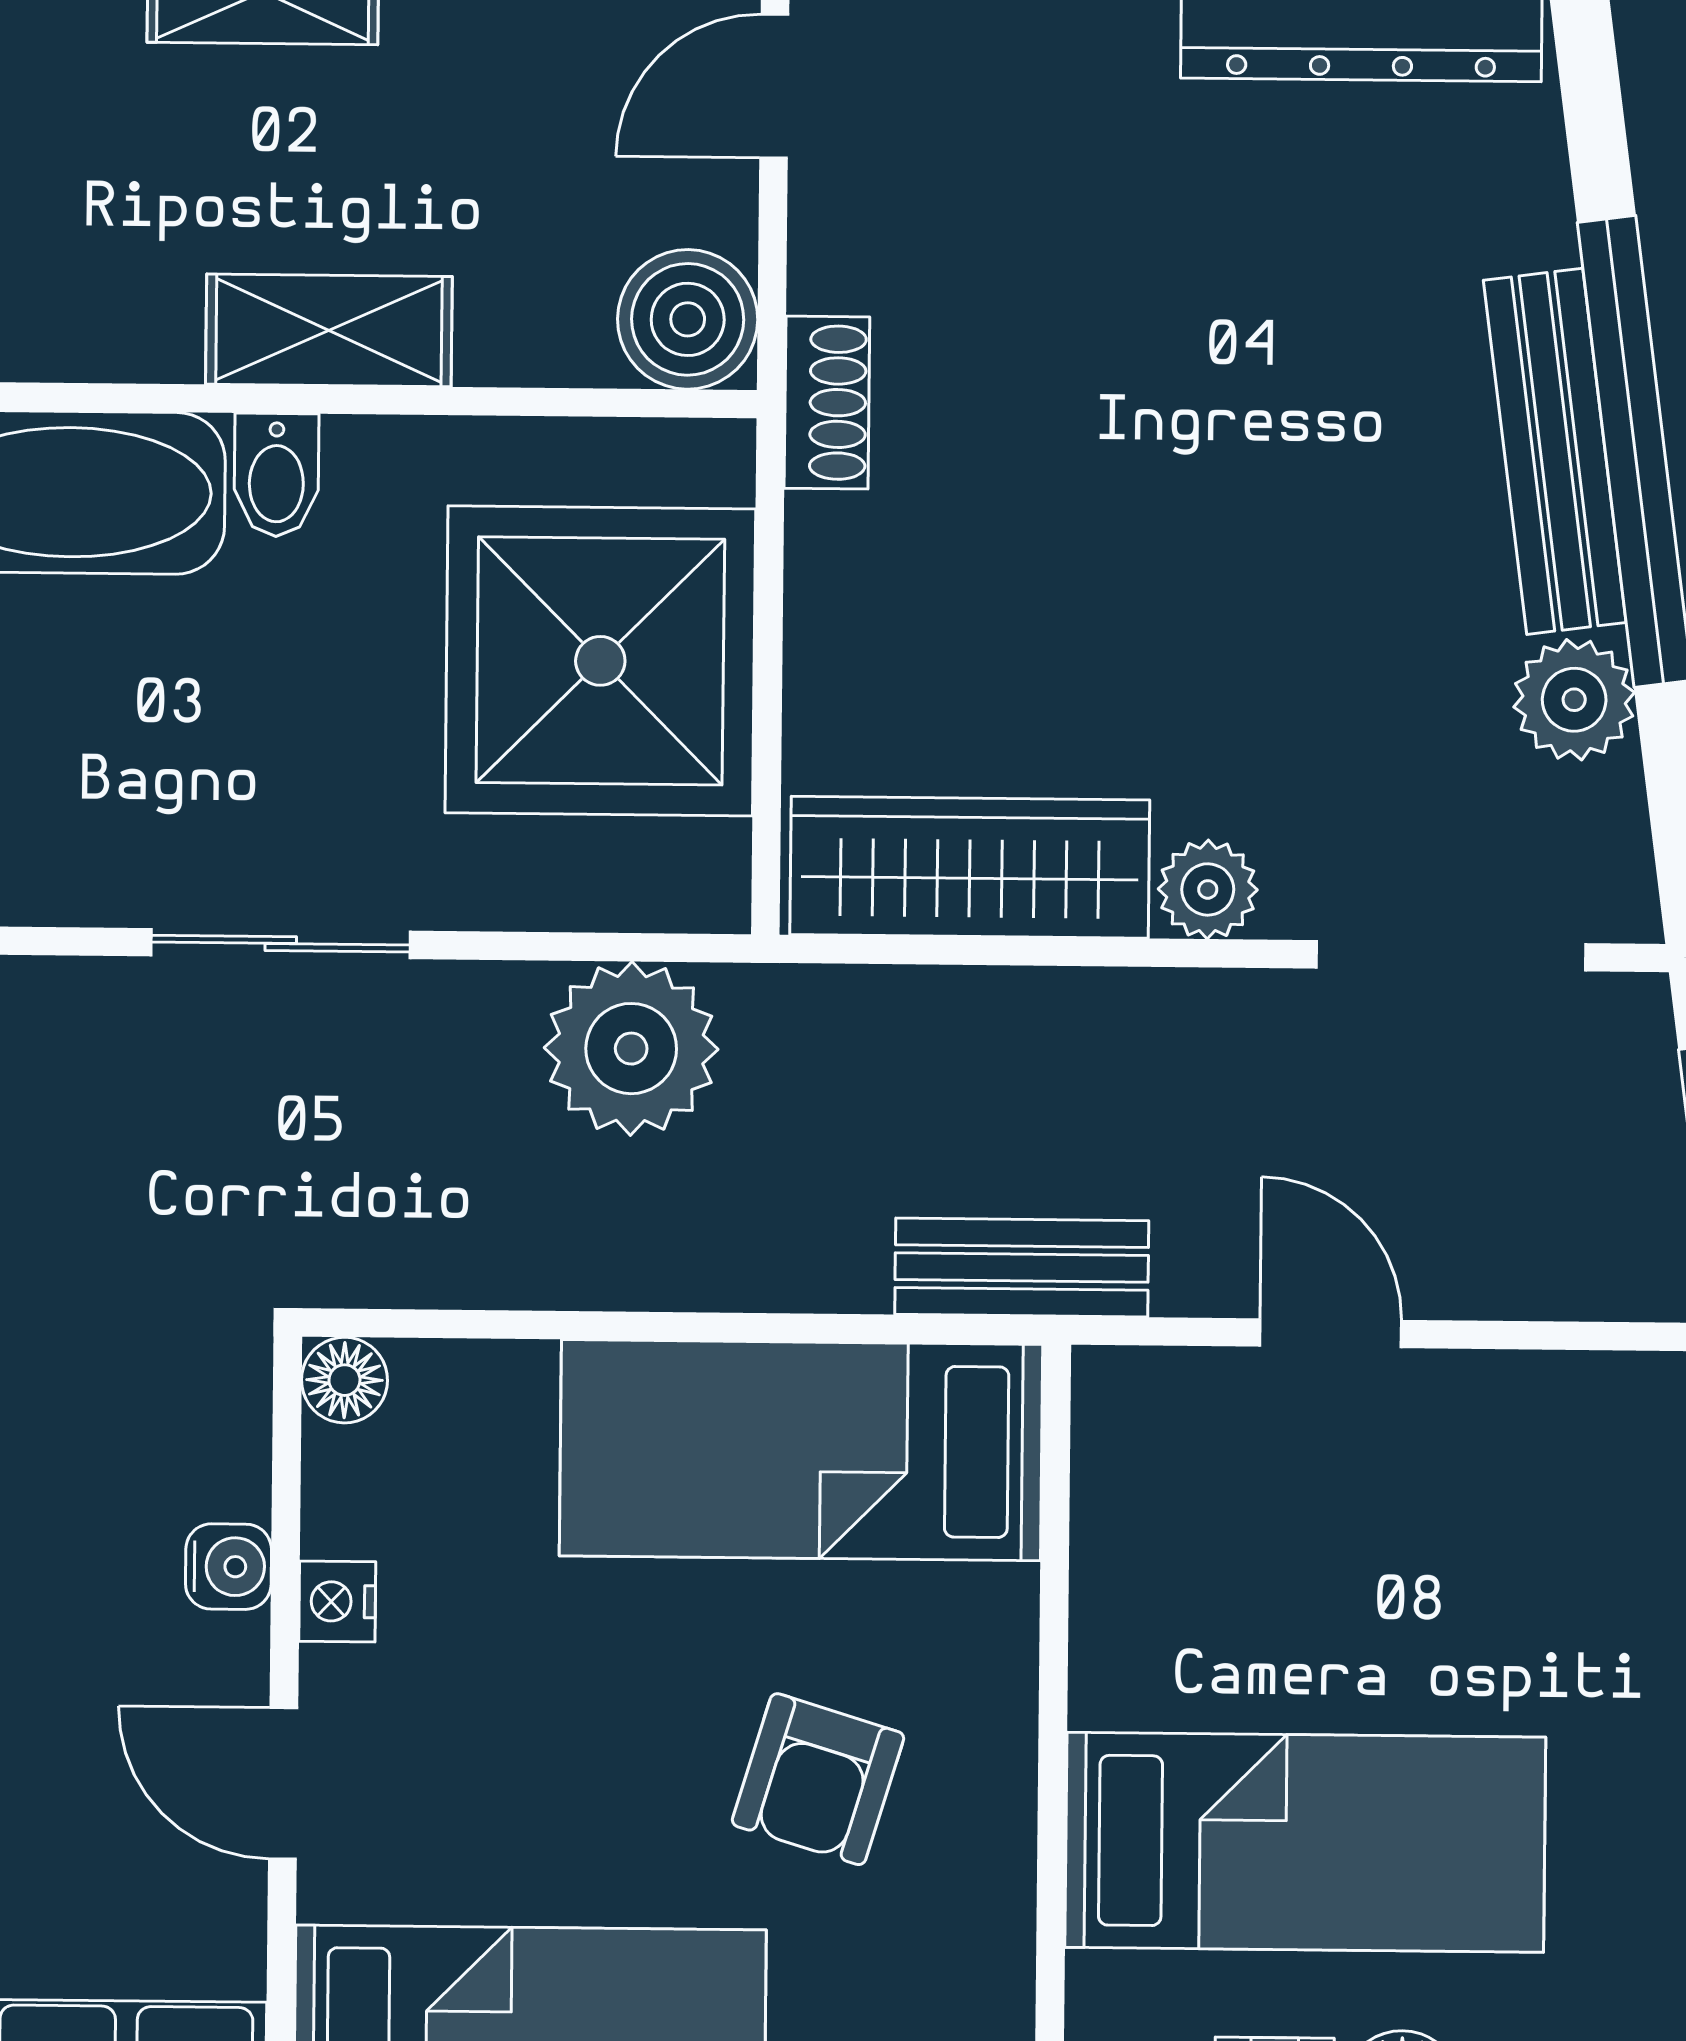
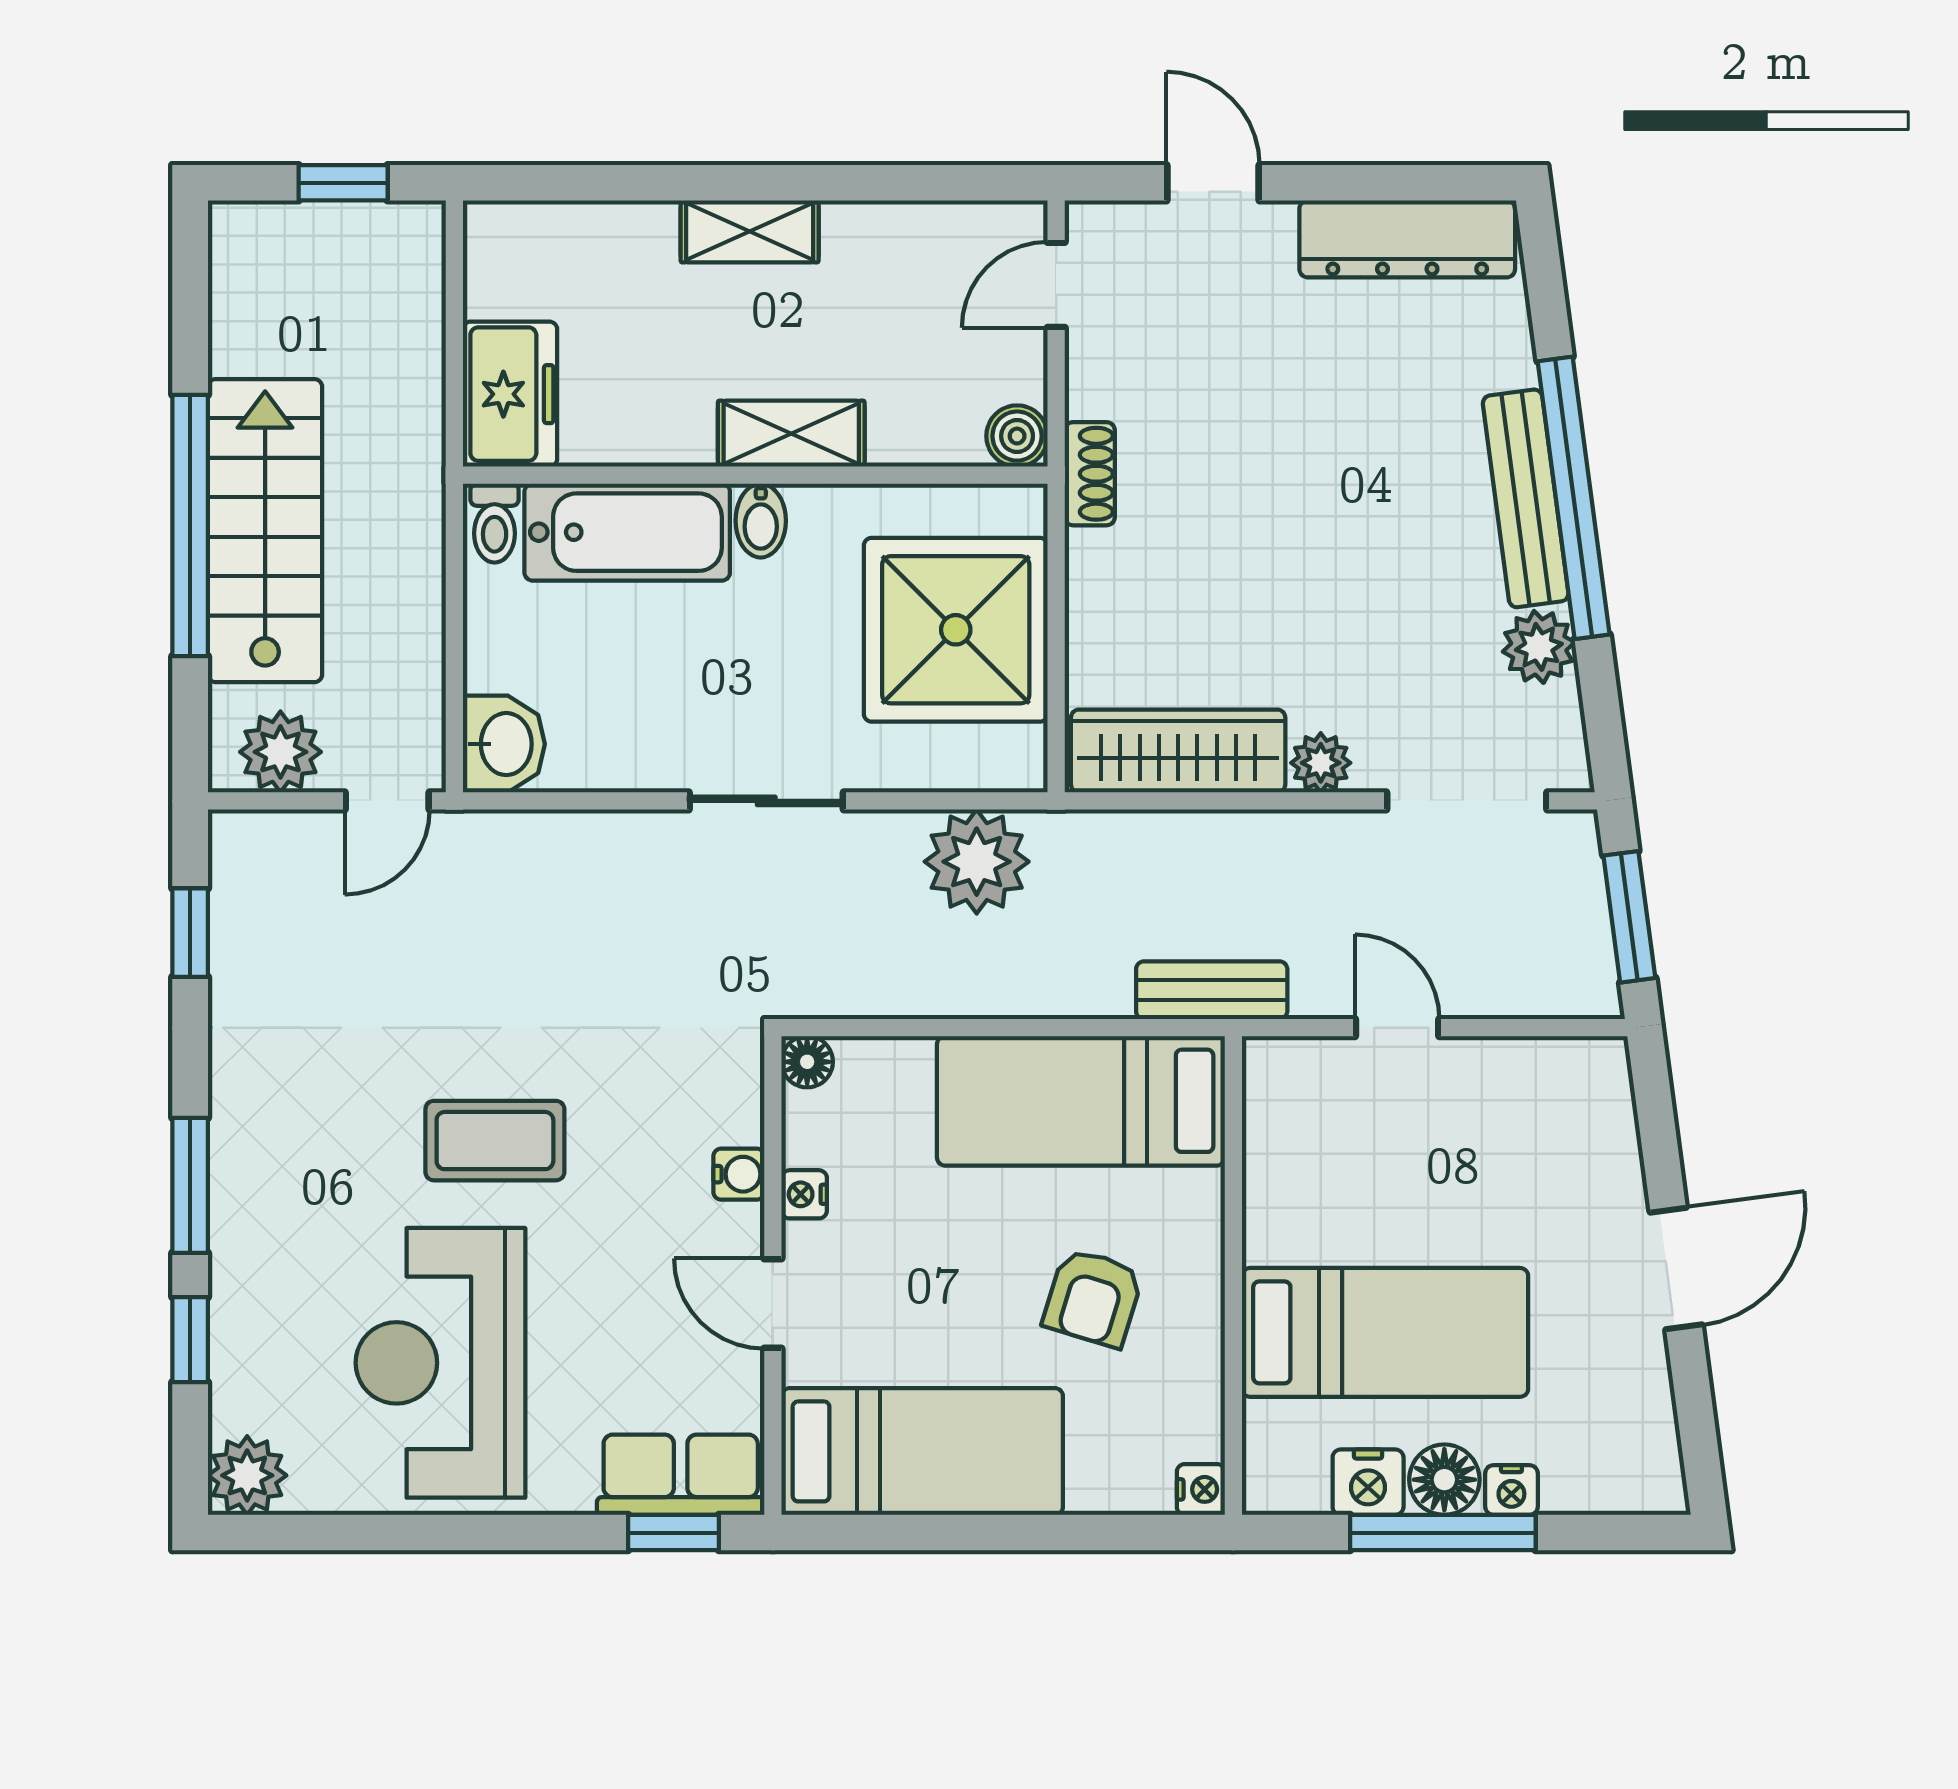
boiler: (688, 319) -> (1017, 436), width x0.73, depth x0.73

